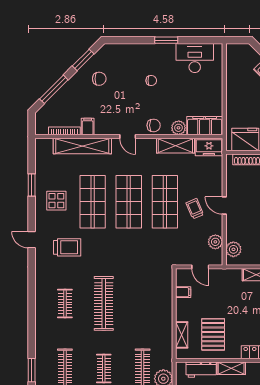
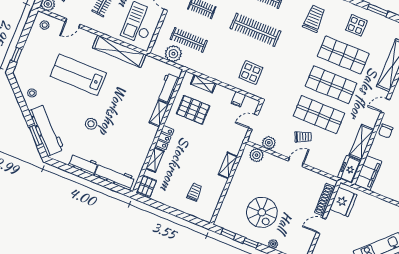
plant: (179, 128) -> (375, 151), removed
trolley: (67, 247) -> (314, 19), turned 180
display table: (150, 290) -> (251, 73), added

